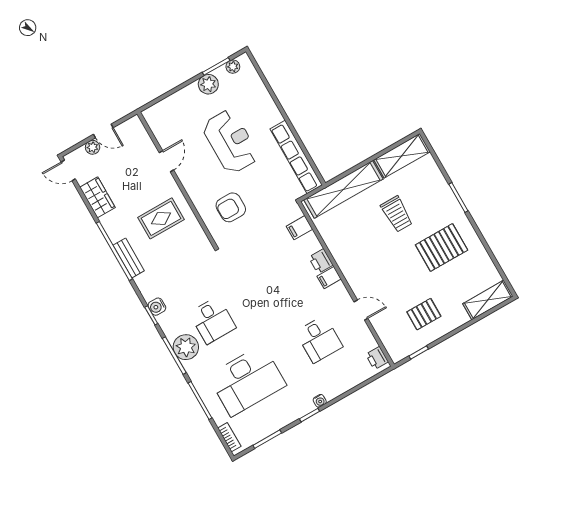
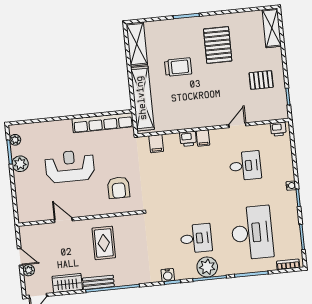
door: (103, 131) -> (20, 257), hinge flipped
bench: (129, 258) -> (98, 282), moved
pallet: (424, 314) -> (261, 80), turned 90

